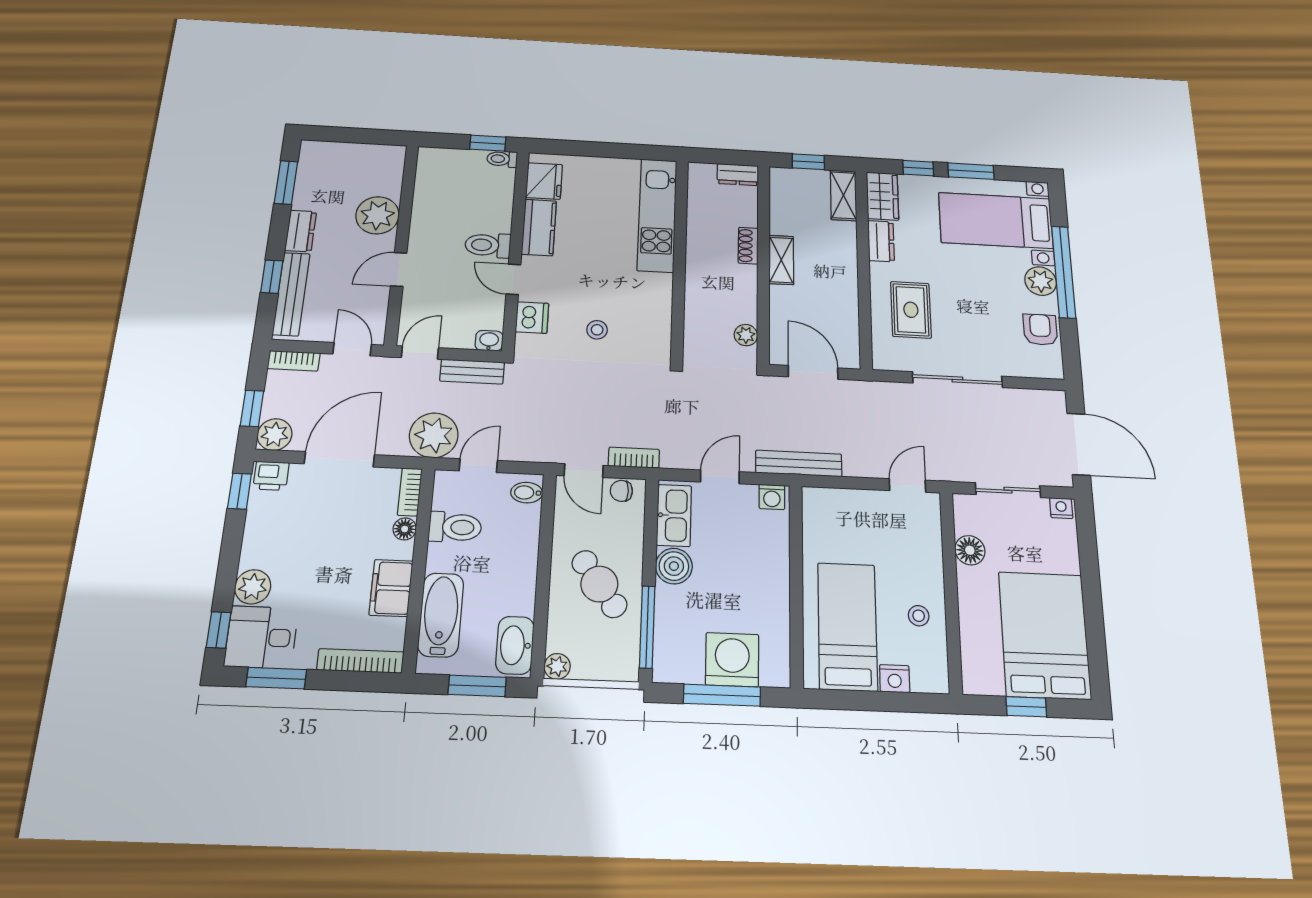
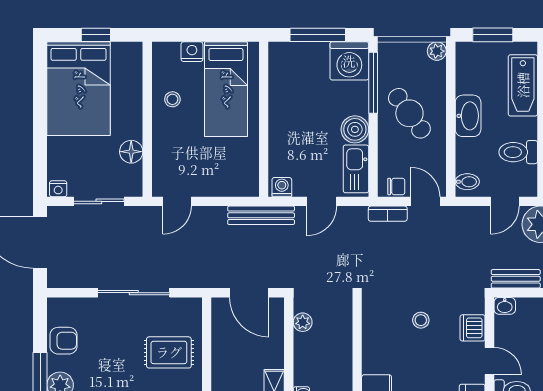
rug: (911, 310) -> (169, 352), turned 90
armchair: (1040, 330) -> (64, 341), turned -90
washbasin: (515, 645) -> (468, 116), moved
washing machine: (732, 660) -> (349, 61), moved

